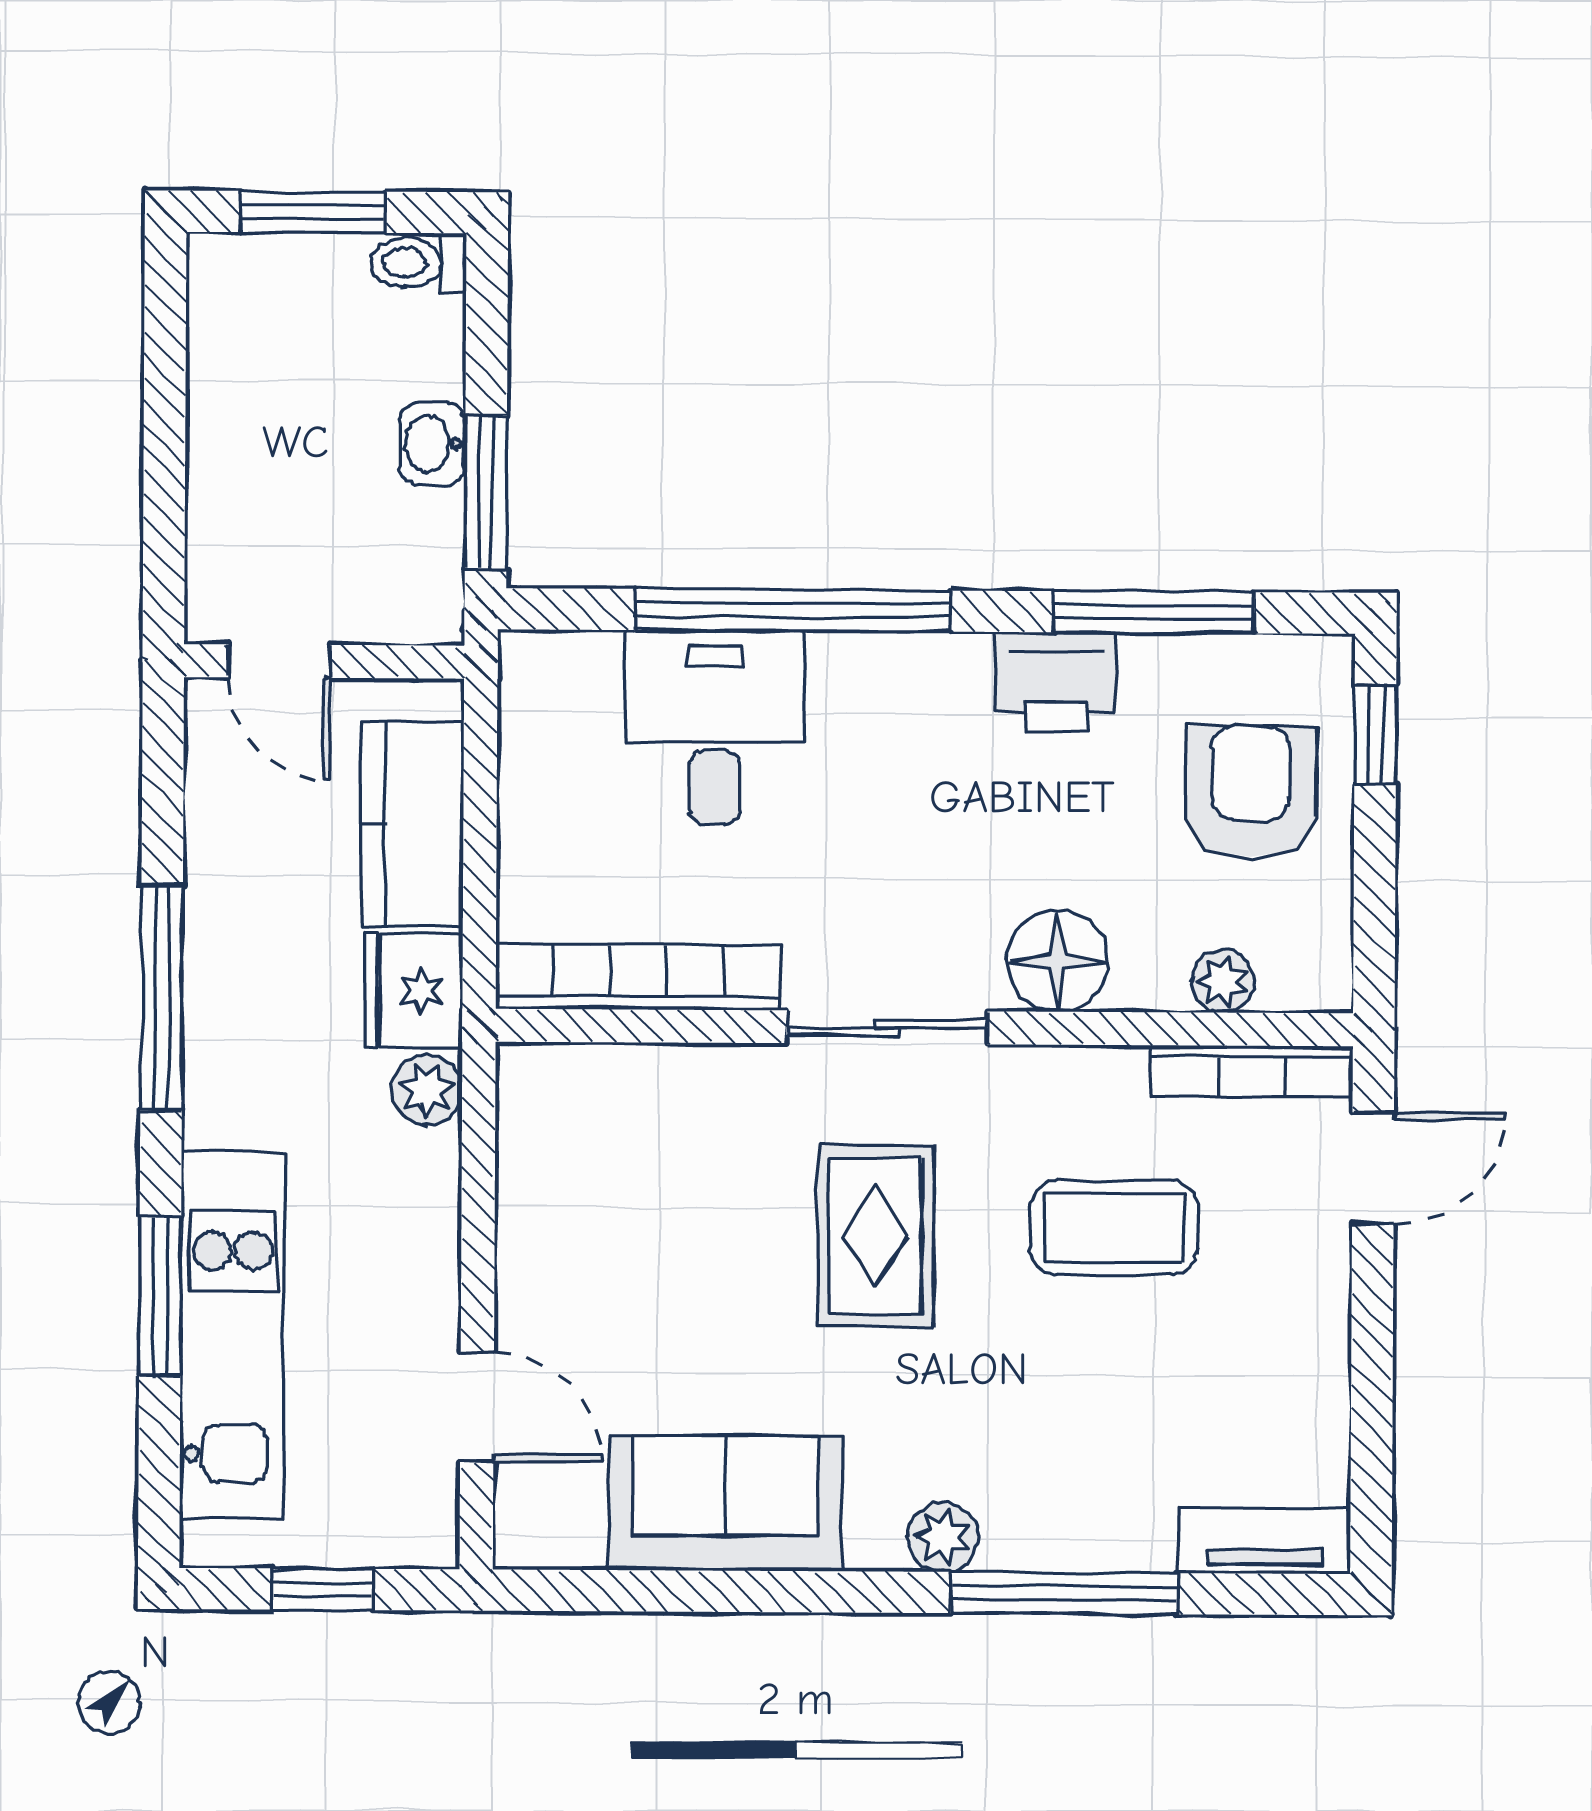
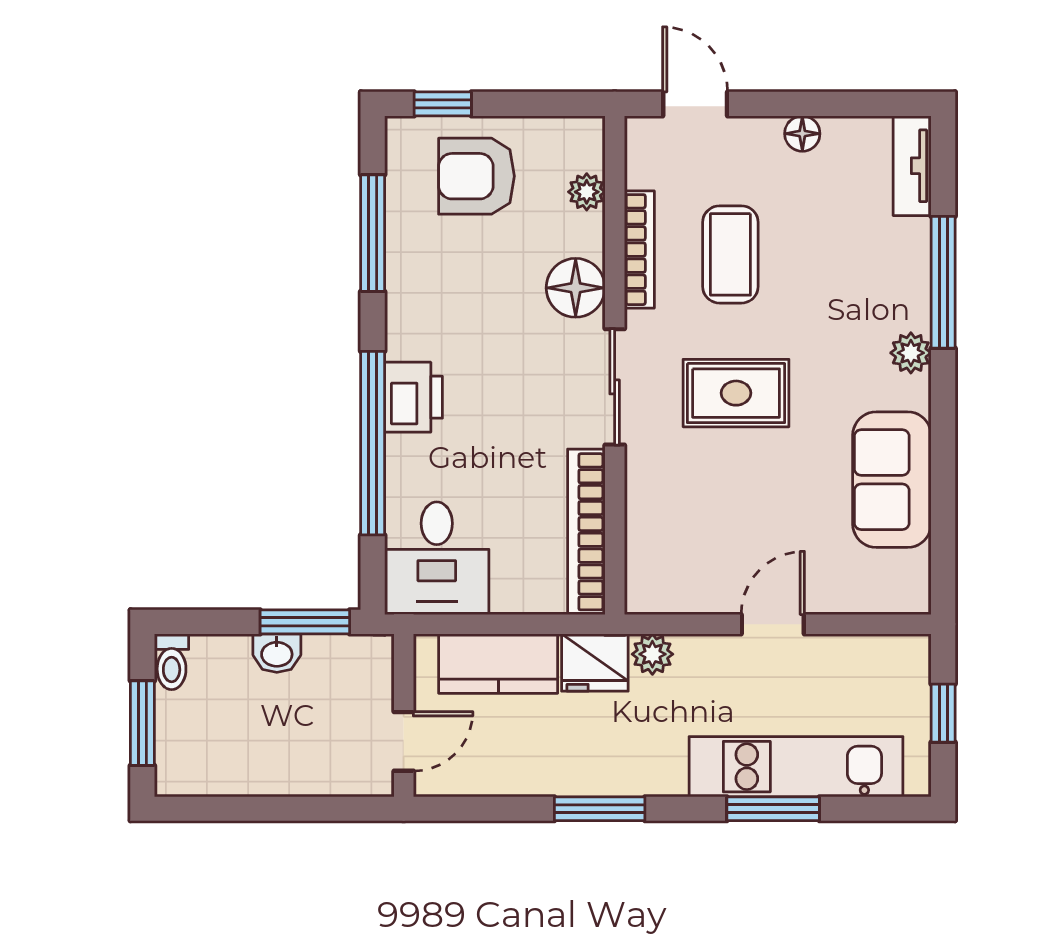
printer: (1056, 682) -> (413, 397), moved
desk: (714, 727) -> (437, 558), moved, turned -90
window: (162, 998) -> (600, 809), width x0.69
bookcase: (1252, 1072) -> (639, 250), moved
floor lamp: (1321, 1352) -> (802, 134), added
door: (477, 1407) -> (773, 624), moved

